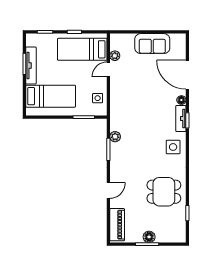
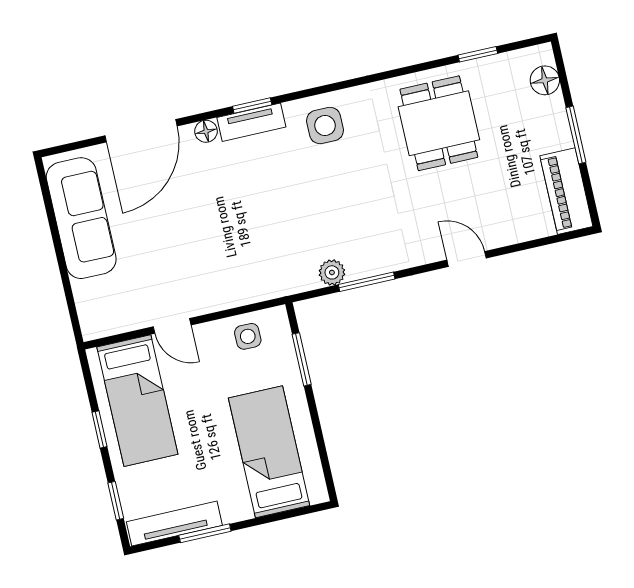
sofa: (152, 44) -> (81, 218), width x1.36
plant: (115, 56) -> (135, 318), removed
tv unit: (31, 65) -> (174, 524), moved
piano: (117, 225) -> (566, 191), moved, turned -90
floor lamp: (149, 237) -> (545, 80), moved

